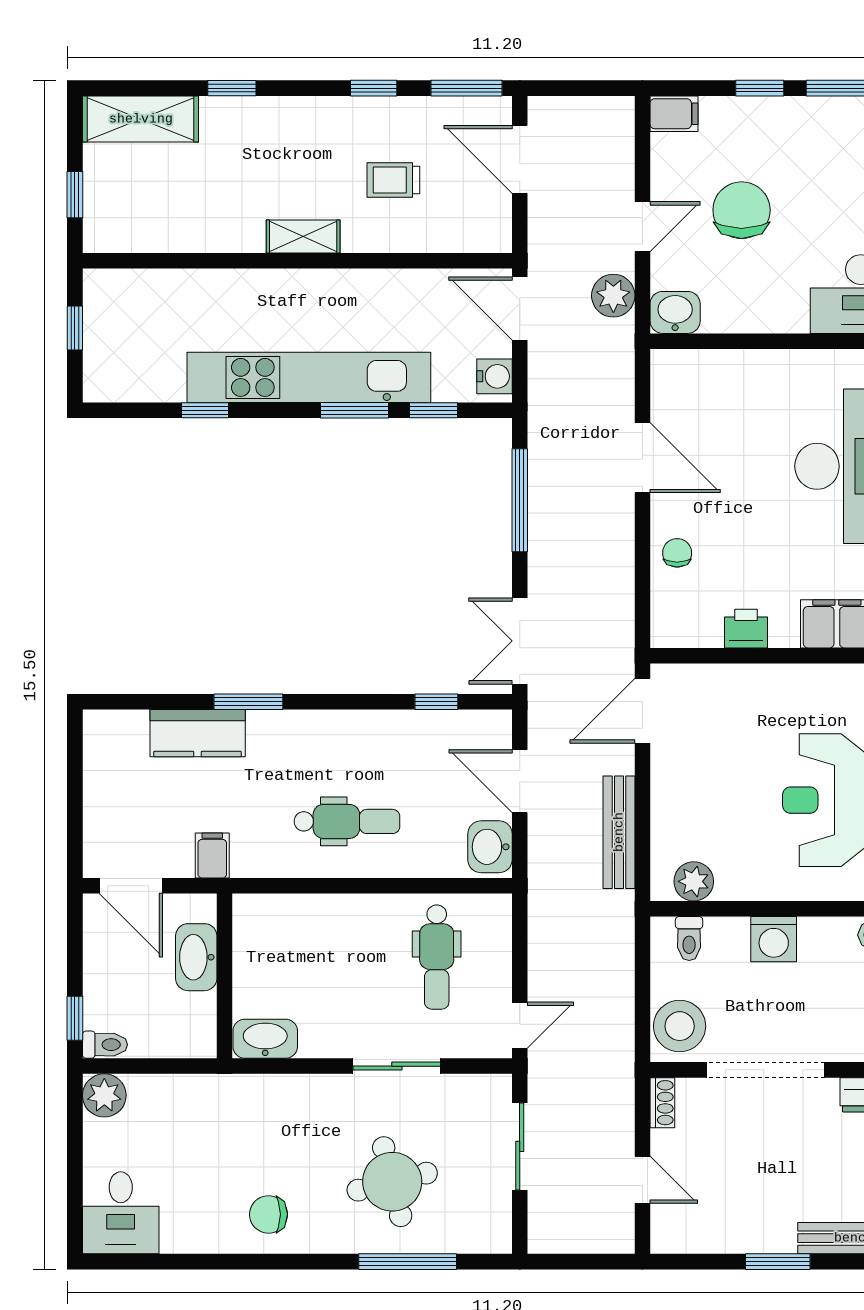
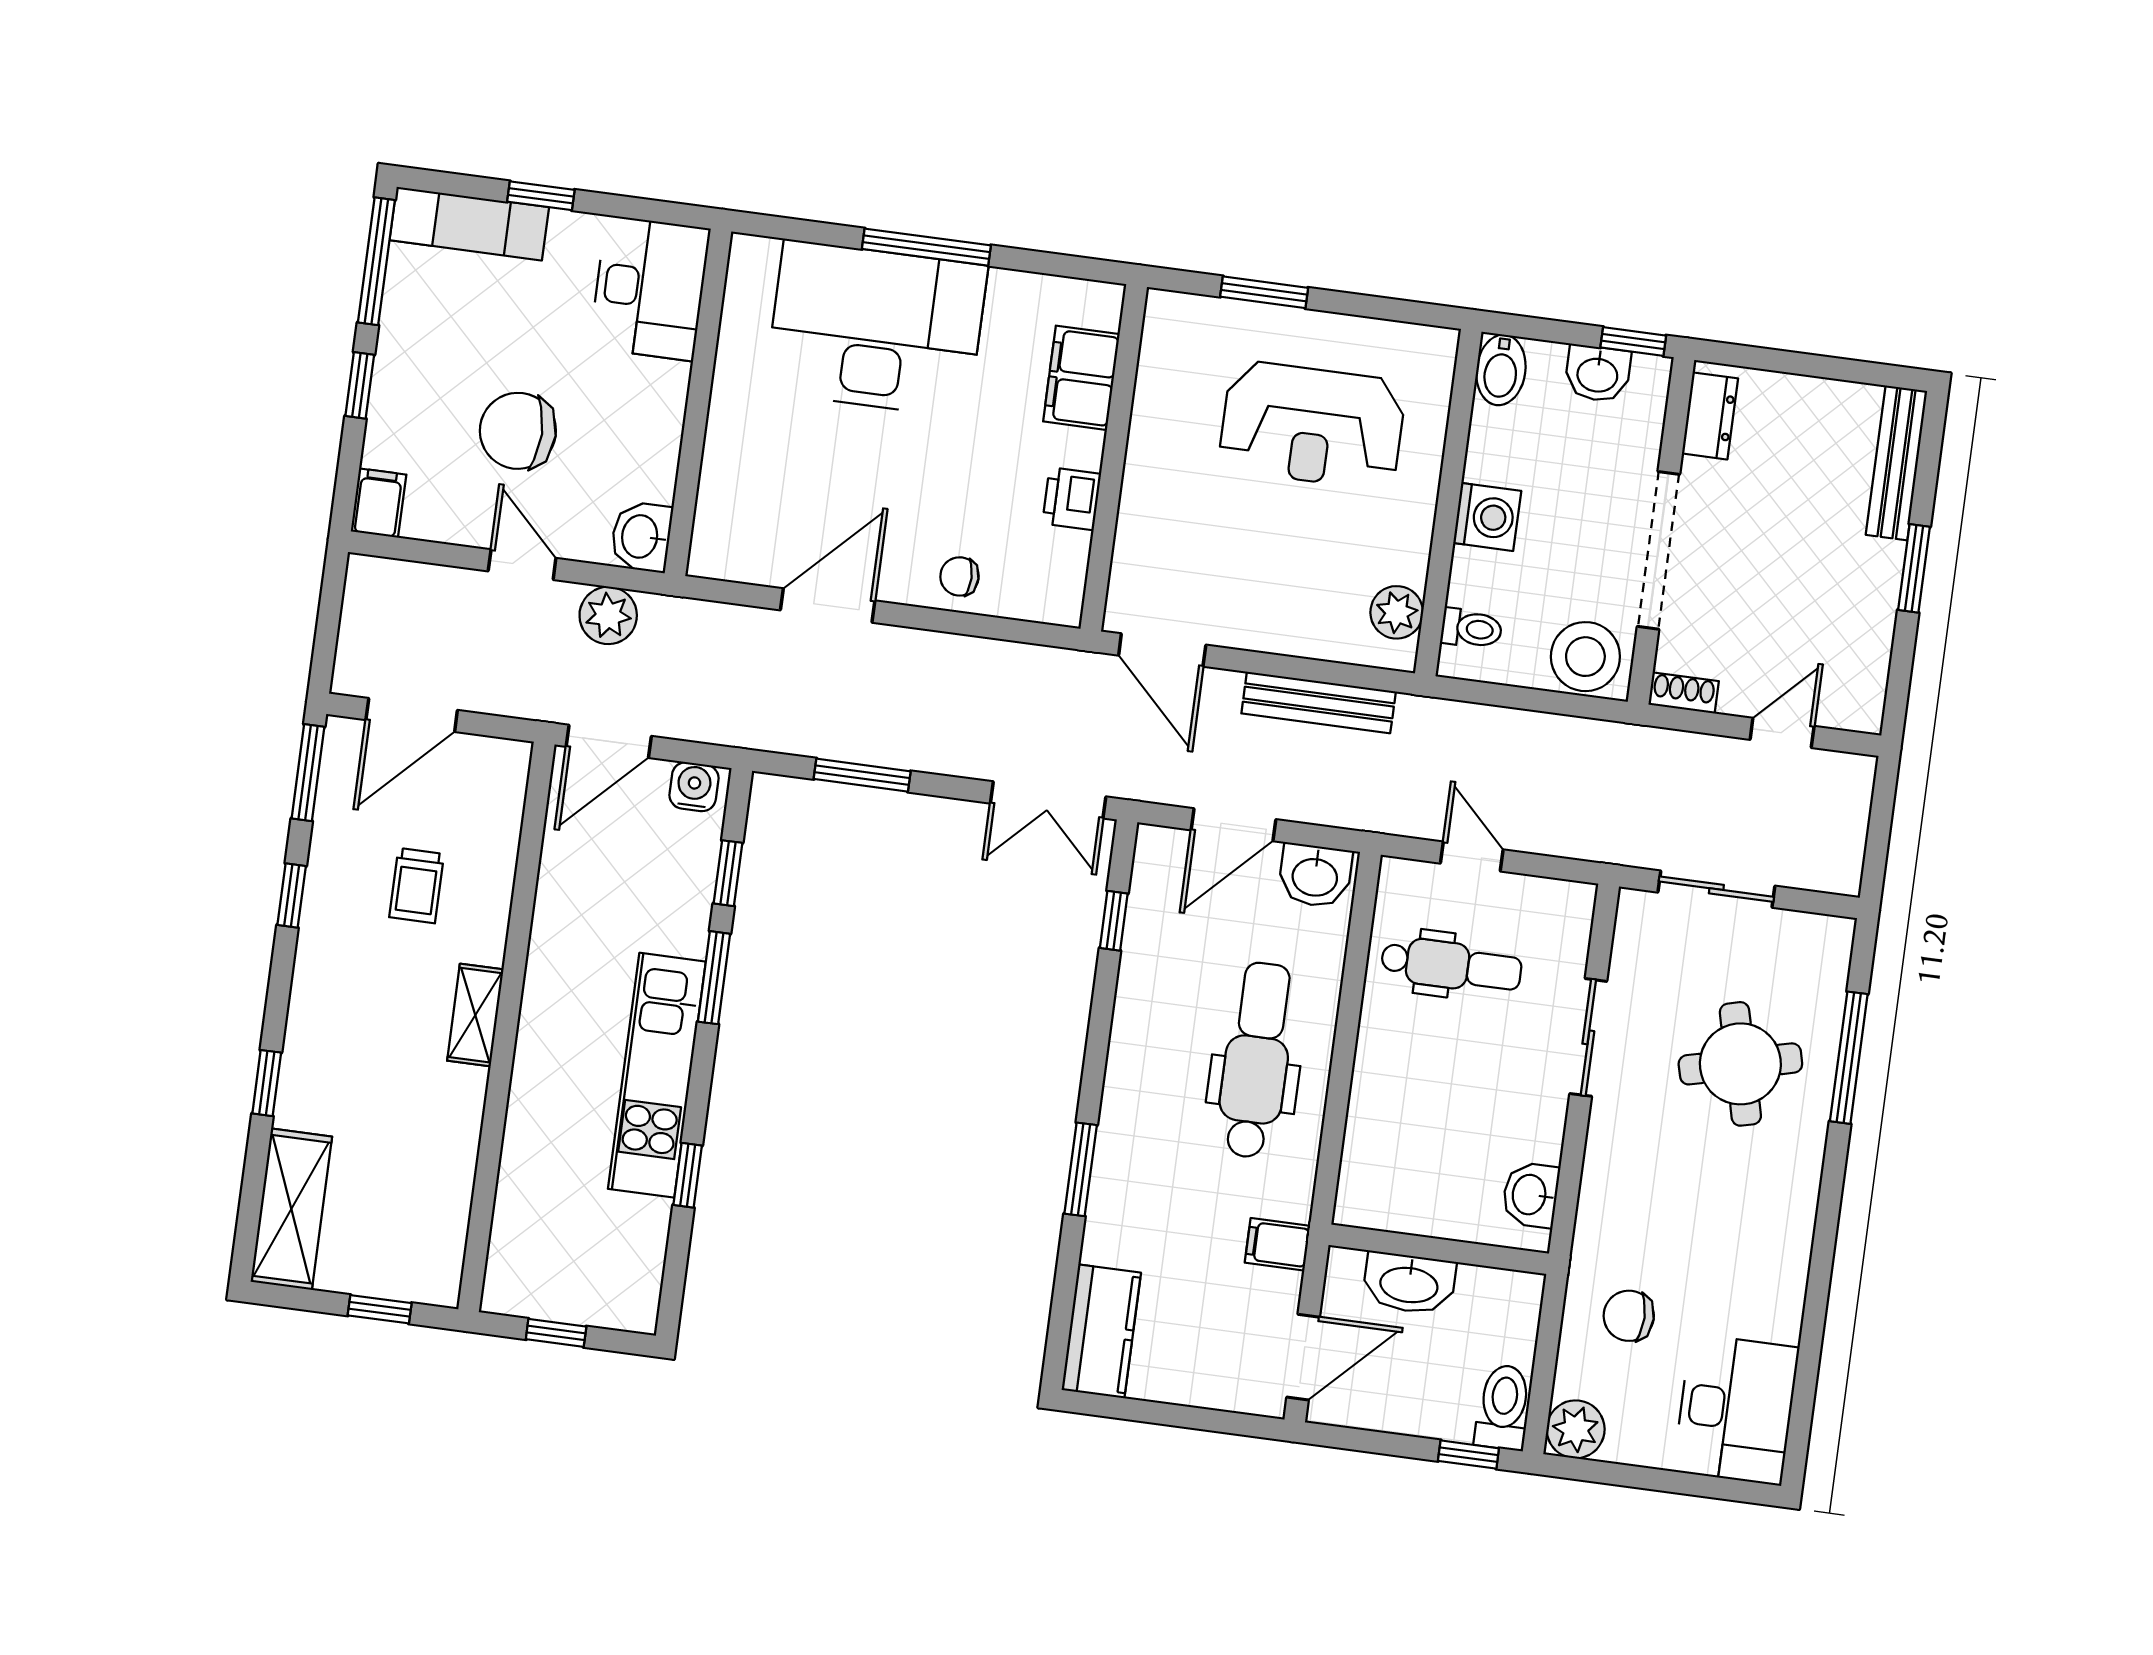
kitchen unit: (309, 377) -> (657, 1075), width x0.73
window: (520, 500) -> (862, 775), width x0.69
kitchen counter: (198, 733) -> (1101, 1331), moved
dental chair: (347, 821) -> (1256, 1060), width x1.36, depth x1.38
door: (520, 1025) -> (1472, 857), moved
washbasin: (265, 1039) -> (1531, 1195), width x0.72
toilet: (105, 1045) -> (1503, 1407), width x1.37, depth x1.39
desk: (121, 1213) -> (1736, 1409), width x1.37
chair: (269, 1214) -> (1629, 1316), moved, turned 90

